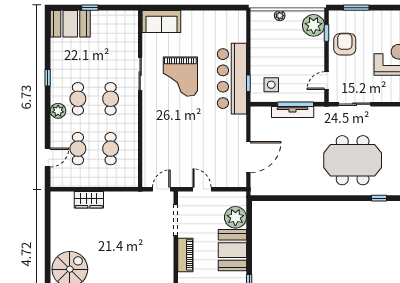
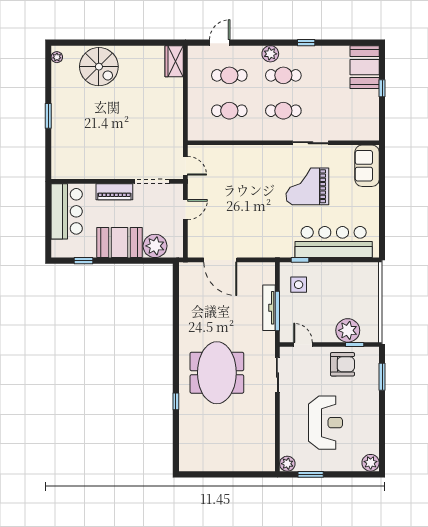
plant: (280, 16) -> (373, 294), removed
plant: (314, 25) -> (348, 330), moved
bar counter: (232, 79) -> (334, 242), moved
door: (48, 158) -> (220, 43), swing flipped
wardrobe: (89, 200) -> (174, 61), moved

